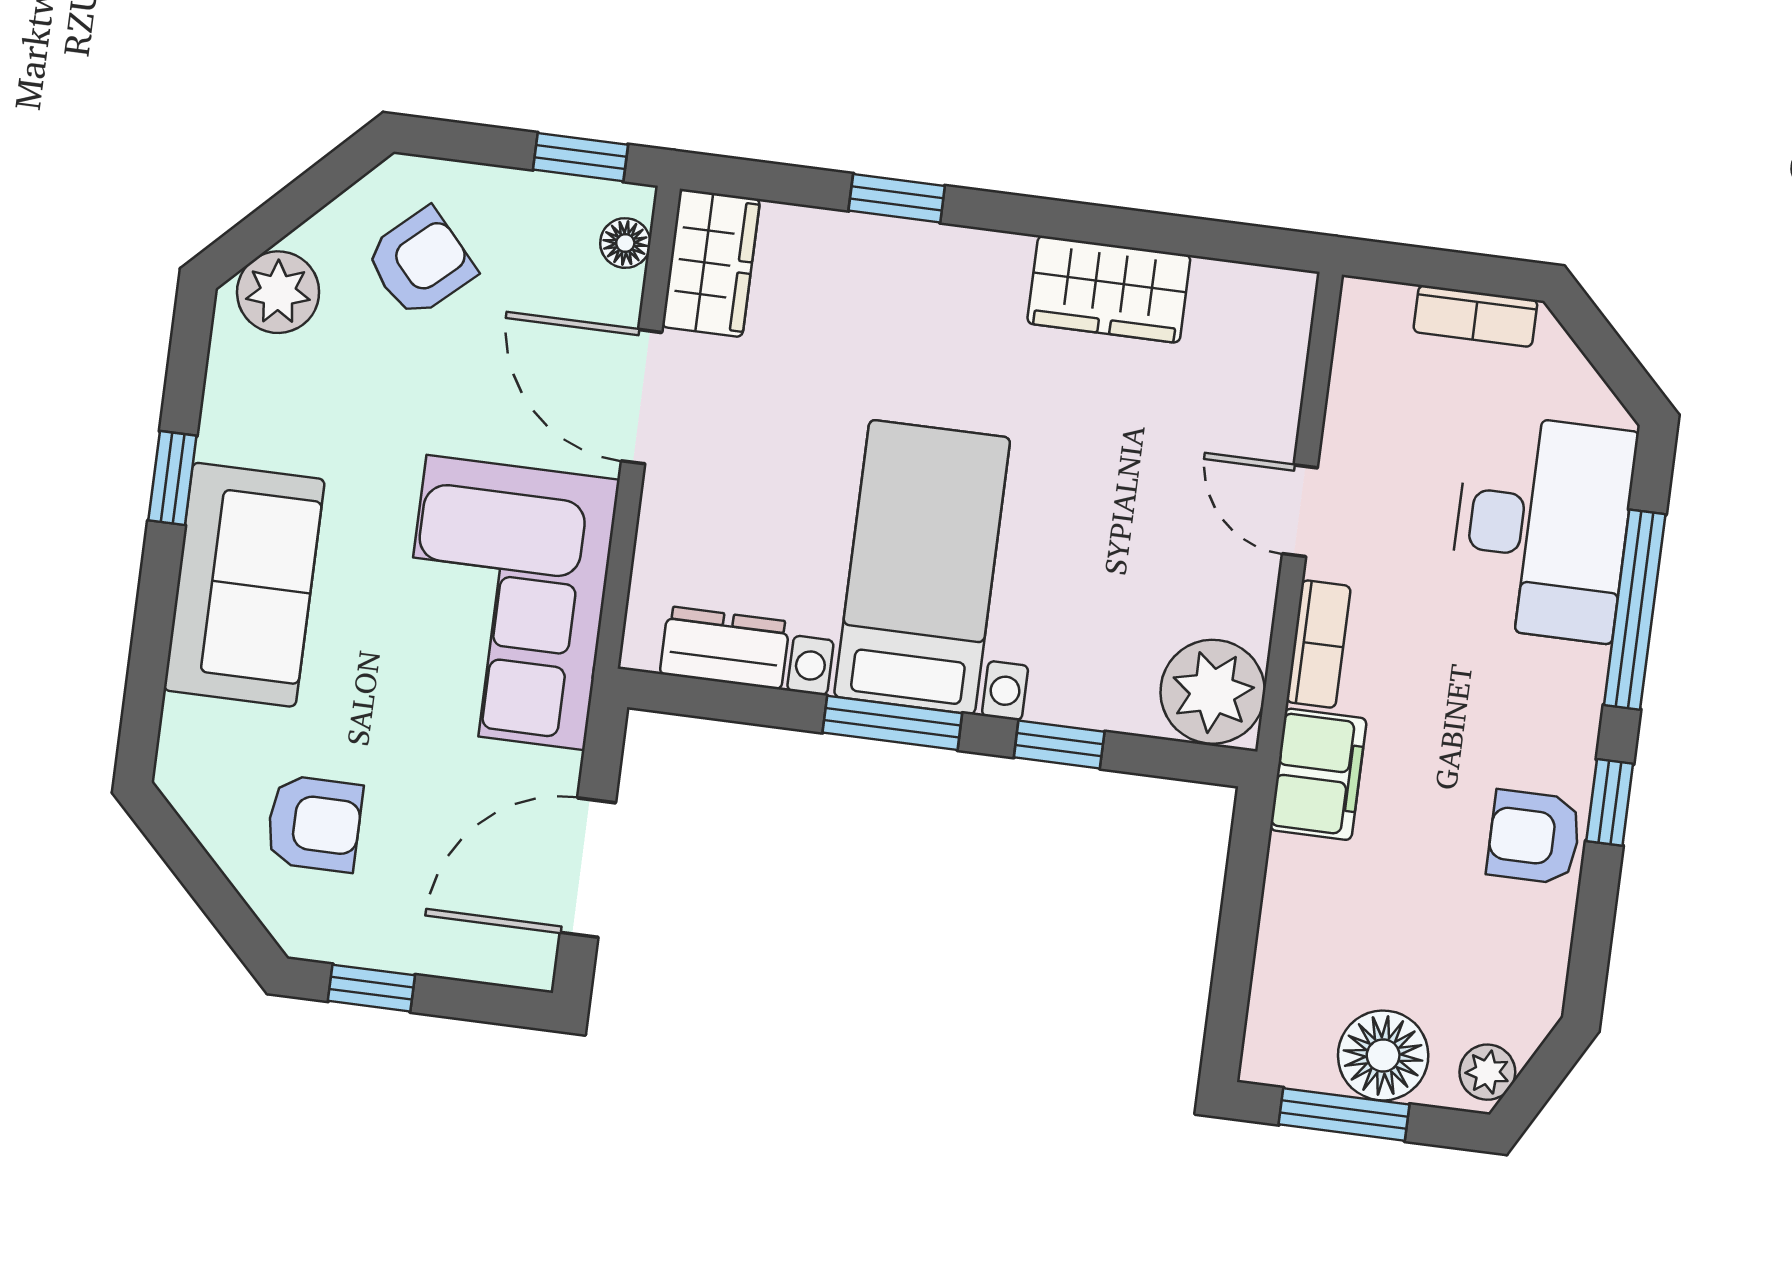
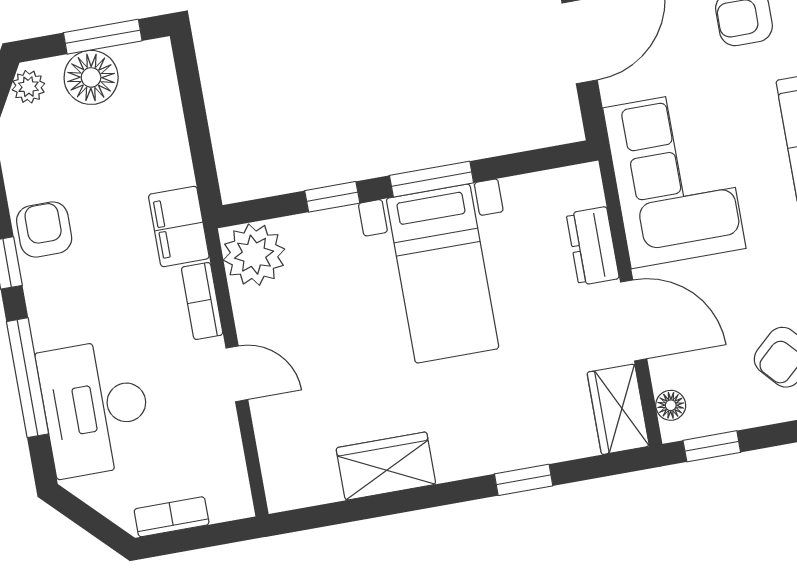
dresser: (725, 648) -> (593, 246), moved, turned 90
armchair: (1534, 837) -> (44, 229), turned -90

